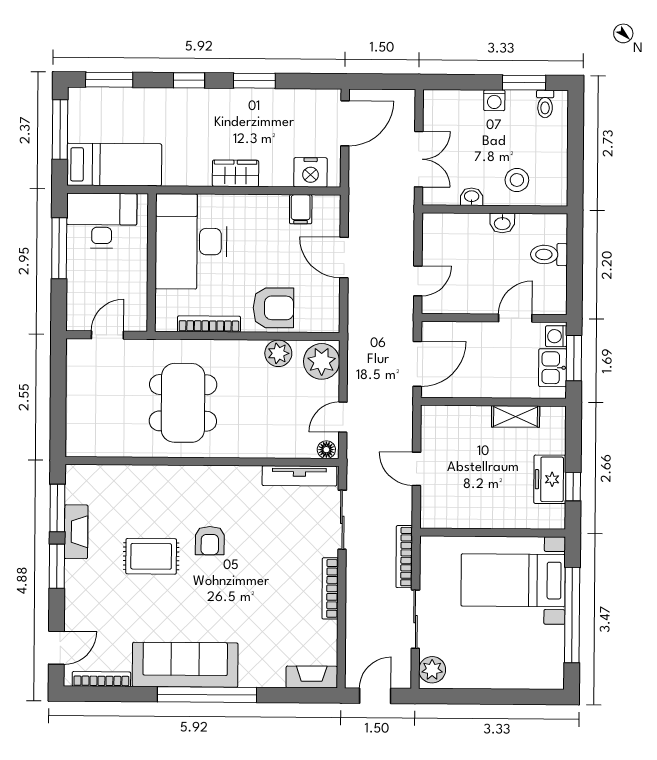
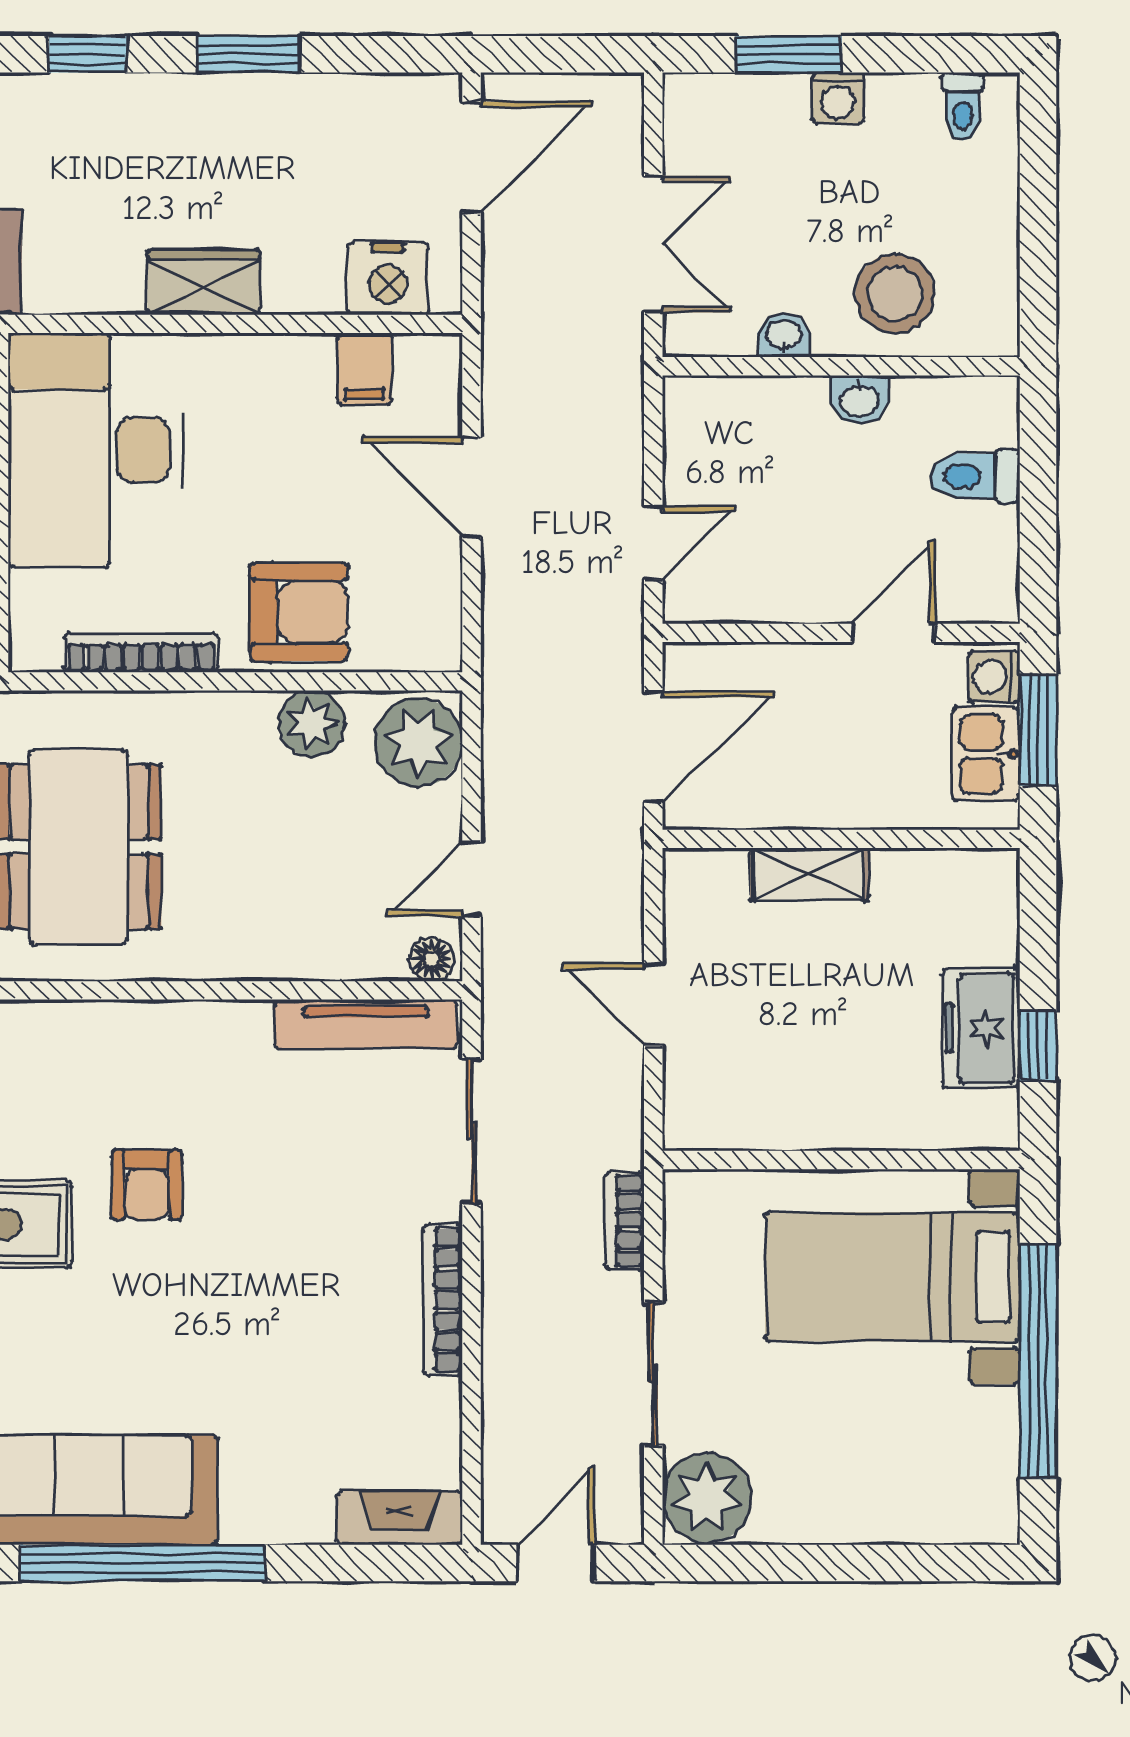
window: (524, 83) -> (789, 54), moved
stool: (517, 180) -> (895, 294), width x1.38, depth x1.38
shelving: (516, 416) -> (809, 874), moved
bookcase: (404, 557) -> (625, 1221), width x0.64
plant: (432, 670) -> (707, 1498), width x1.36, depth x1.36

